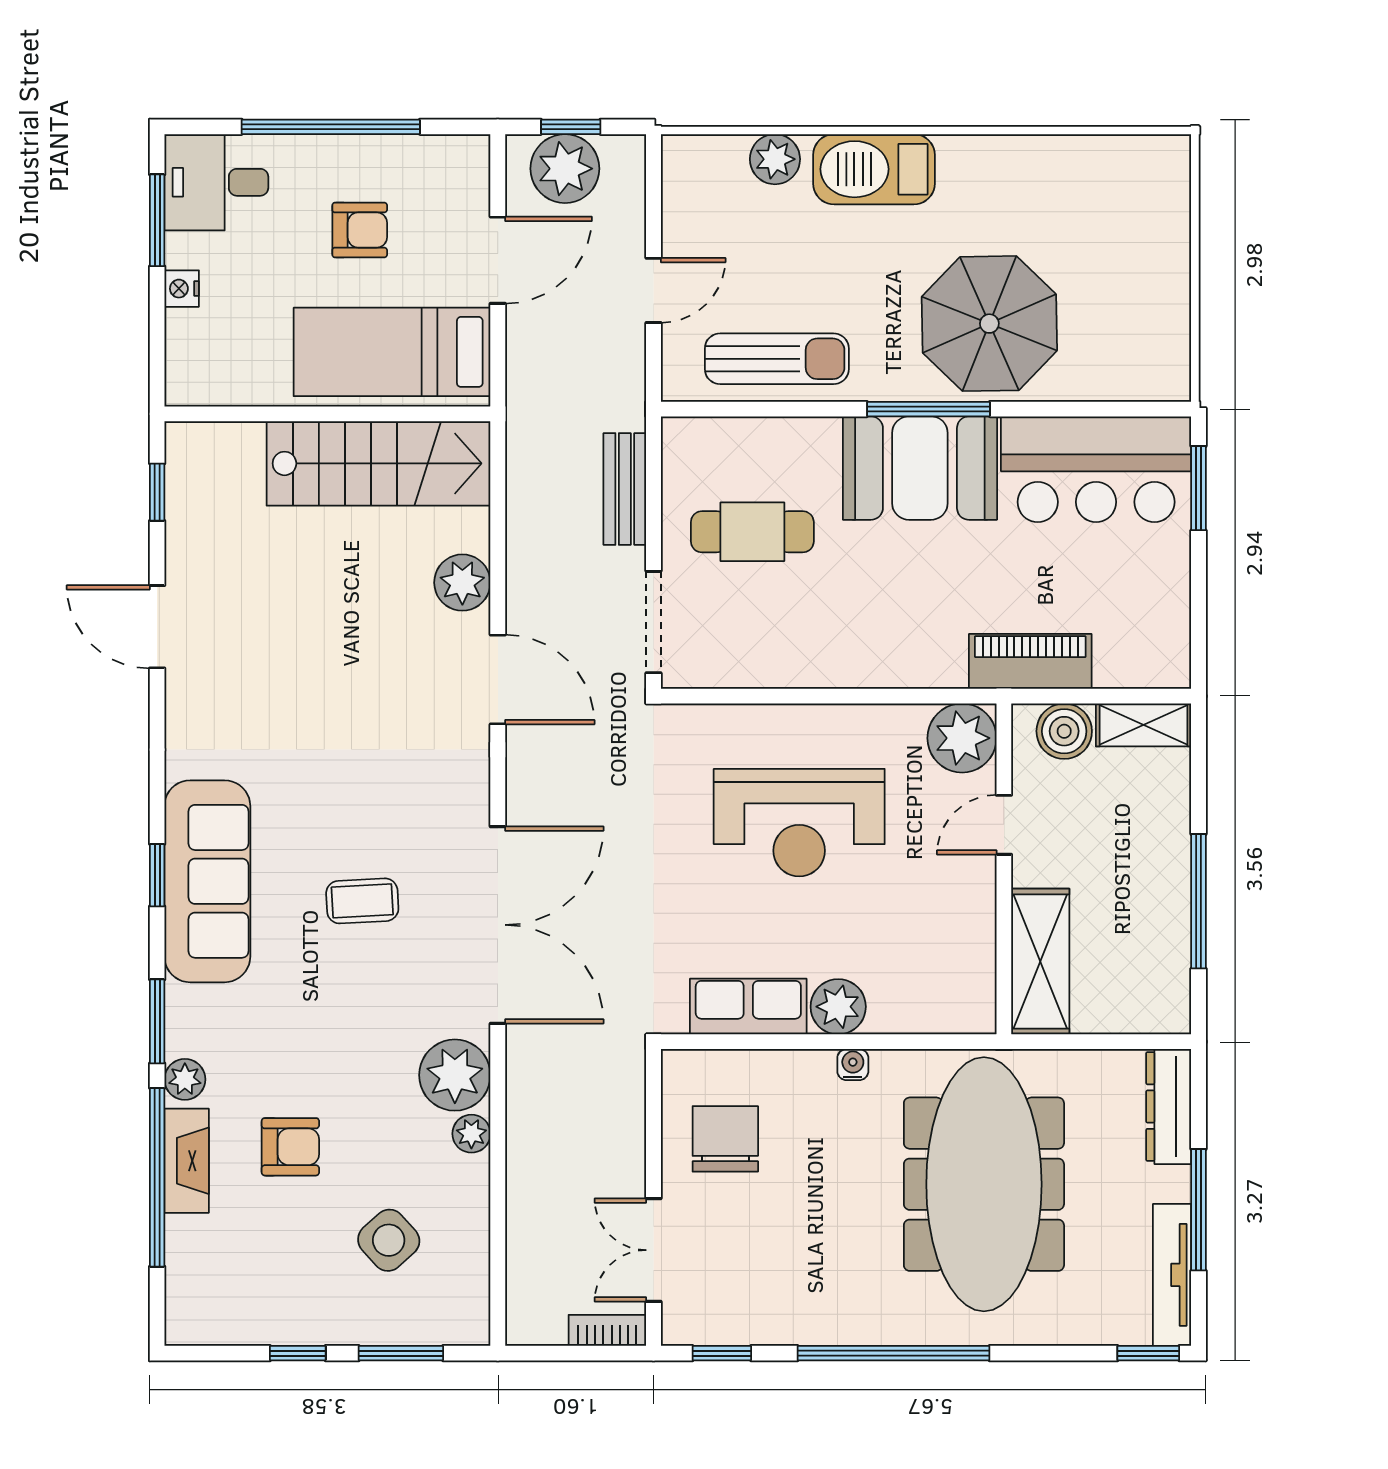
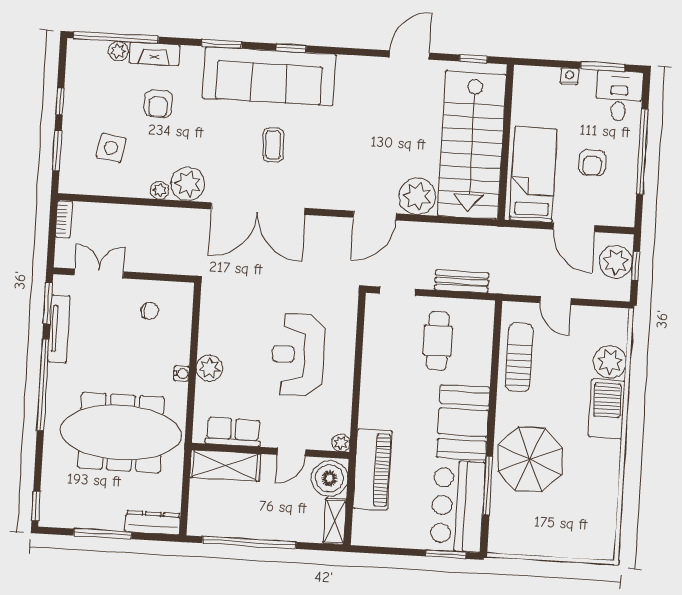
plant: (775, 159) -> (610, 362), width x1.36, depth x1.36
sun lounger: (777, 359) -> (519, 357), turned 180
window: (928, 409) -> (488, 486), moved
stairs: (379, 463) -> (472, 145), width x1.36, depth x1.51
plant: (462, 583) -> (417, 196), width x1.36, depth x1.36
doorway: (653, 622) -> (398, 291), width x0.73
piano: (1030, 661) -> (372, 470), width x1.37, depth x1.33
boiler: (1064, 731) -> (330, 478), width x1.37, depth x1.37
plant: (962, 738) -> (341, 443), width x0.53, depth x0.53
door: (1004, 825) -> (291, 452), swing flipped
sofa: (207, 881) -> (269, 76), width x1.36, depth x1.27
window: (1199, 901) -> (249, 543), width x1.46
row of seats: (748, 1006) -> (233, 432), moved, turned -90
plant: (185, 1079) -> (118, 51), moved
chair: (725, 1139) -> (150, 311), width x0.54, depth x0.54
window: (157, 1177) -> (116, 38), moved
side table: (389, 1240) -> (111, 148), turned -37
tv unit: (1172, 1275) -> (59, 329), moved, turned 90
bookcase: (607, 1330) -> (64, 219), moved
window: (722, 1353) -> (48, 303), width x1.50

